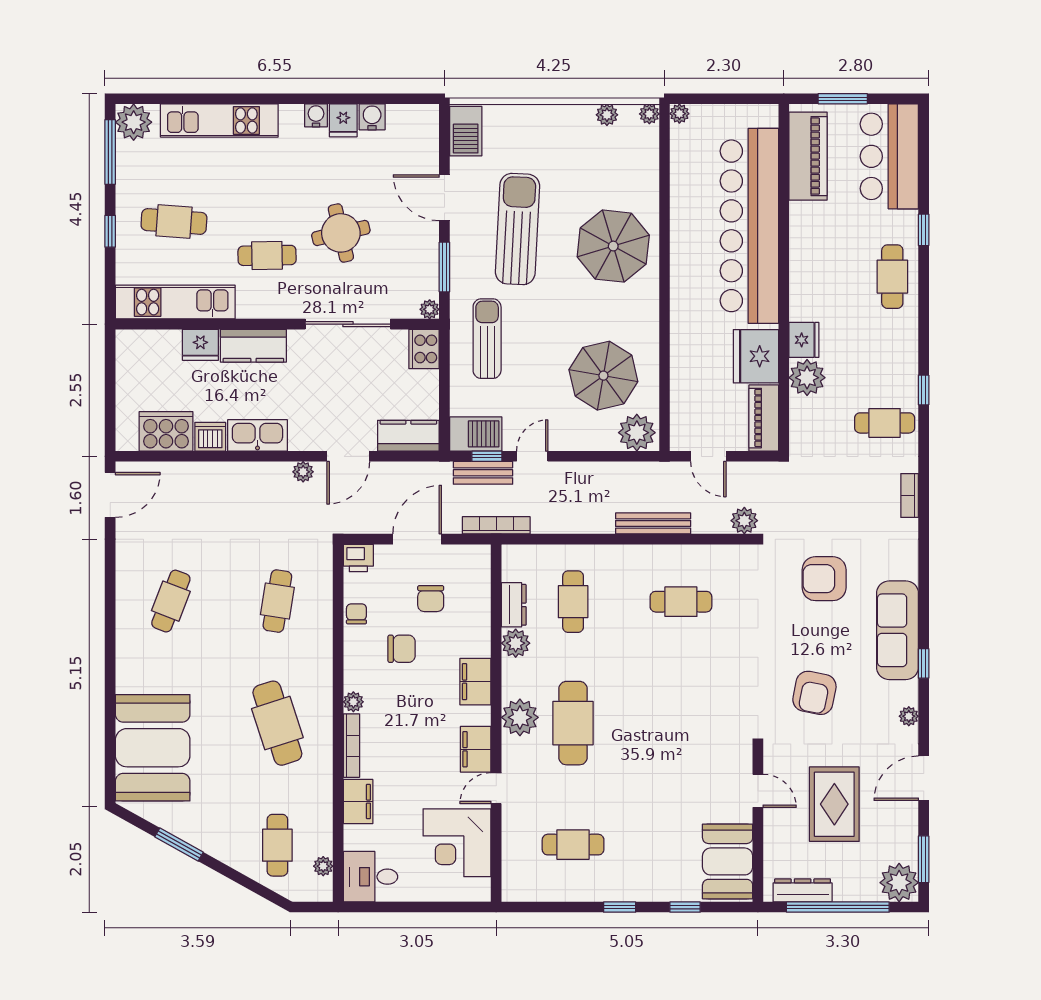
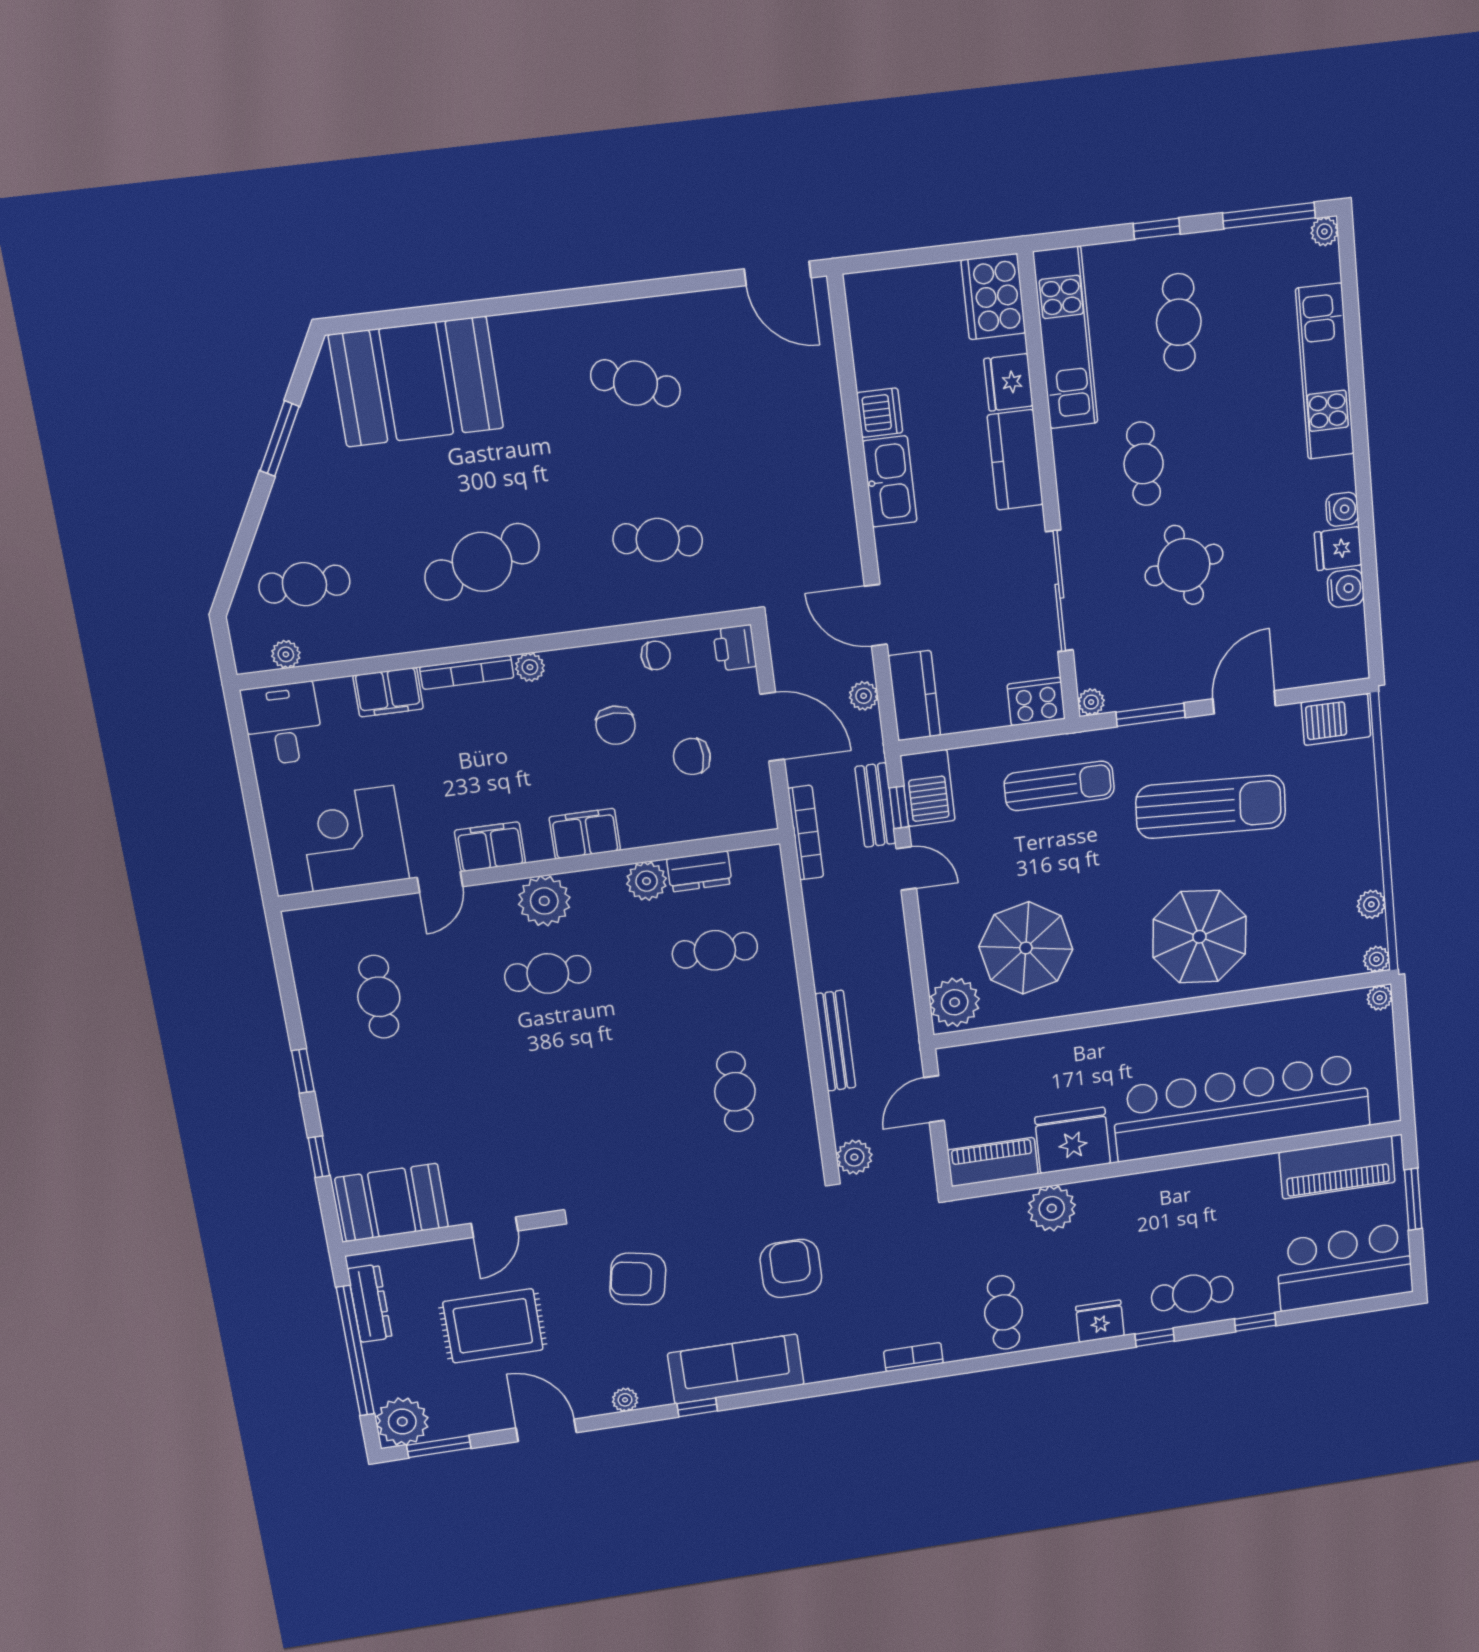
plant: (134, 122) -> (1324, 231), width x0.53, depth x0.53
fridge: (804, 340) -> (1100, 1321), moved, turned 180
window: (924, 390) -> (1155, 1338), moved
cooker: (166, 431) -> (993, 297), moved, turned 180
plant: (303, 472) -> (864, 696), moved
cafe table: (573, 723) -> (548, 973), width x0.73, depth x0.74
door: (496, 788) -> (440, 882), swing flipped

